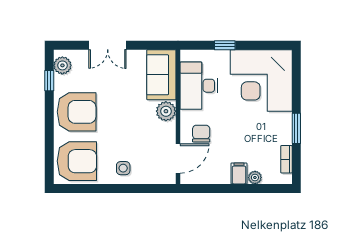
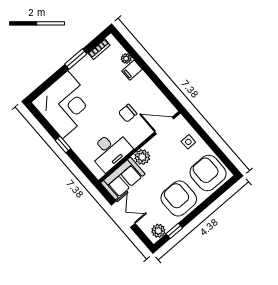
sofa: (161, 75) -> (123, 178), moved
desk: (199, 86) -> (110, 151), moved
plant: (166, 111) -> (142, 157), moved
wall: (178, 117) -> (139, 147), moved
door: (178, 159) -> (164, 125), moved

